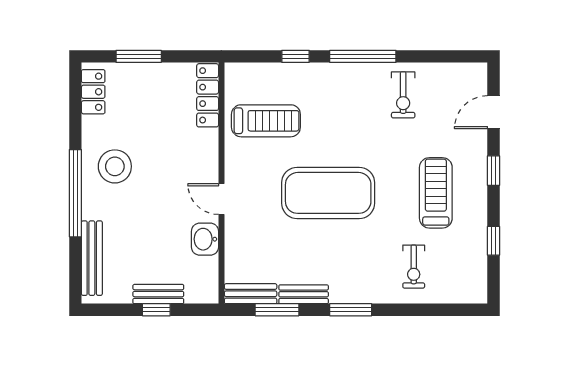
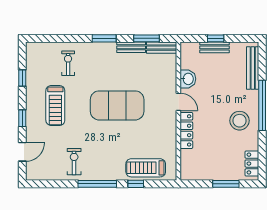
locker: (208, 95) -> (186, 130), moved
treadmill: (266, 121) -> (146, 168), moved

